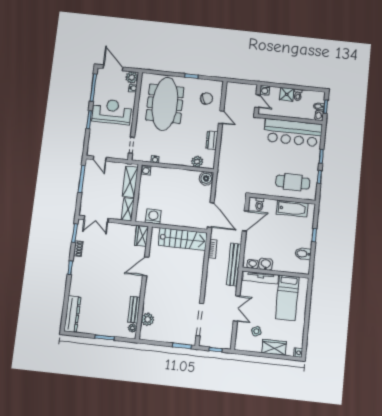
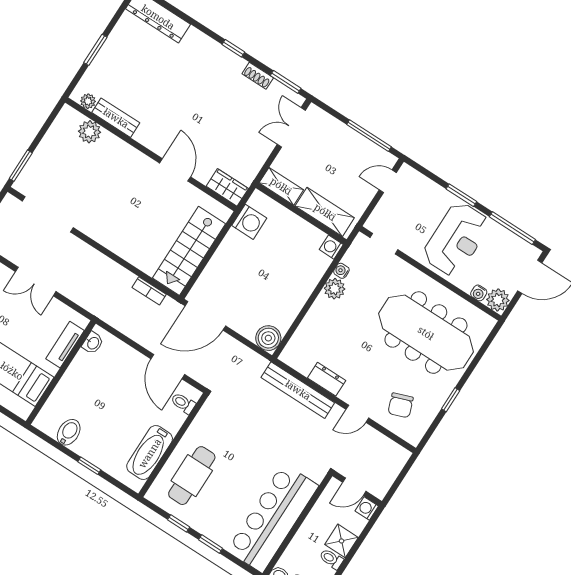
plant: (197, 162) -> (335, 289), moved
washbasin: (266, 264) -> (82, 364), removed
bench: (234, 265) -> (298, 390), moved
tv unit: (261, 278) -> (65, 345), width x0.71

